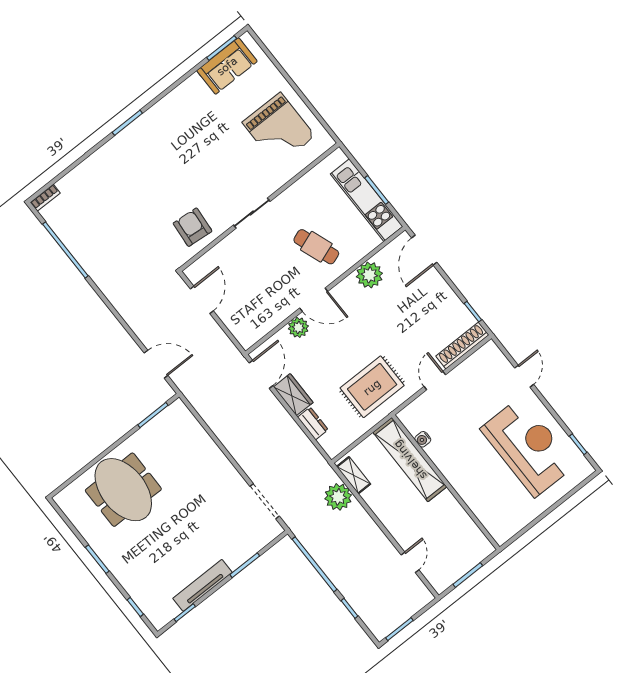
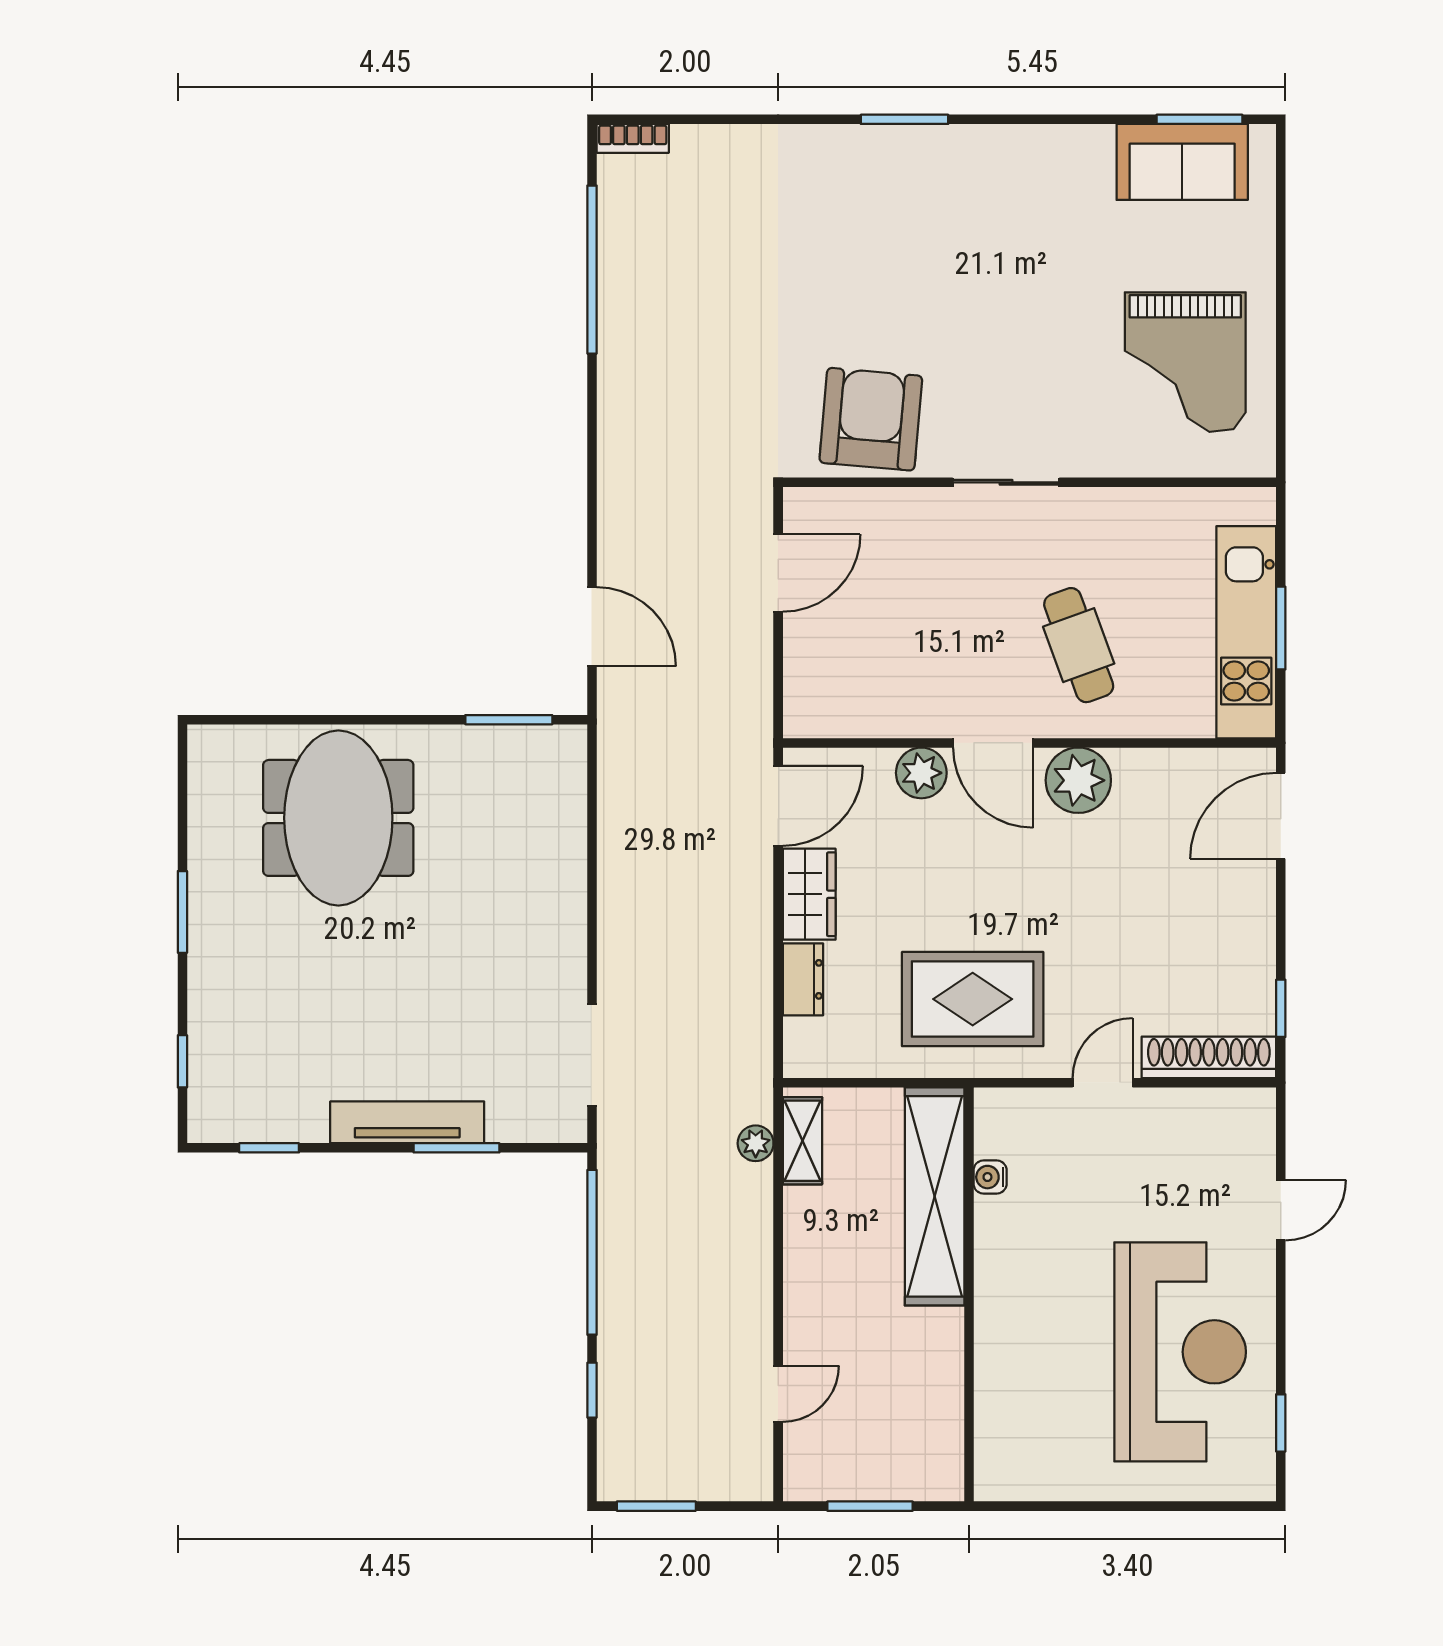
armchair: (193, 227) -> (871, 419), width x1.36, depth x1.36
plant: (369, 275) -> (1078, 780), moved
plant: (338, 497) -> (756, 1143), width x0.53, depth x0.53
tv unit: (203, 585) -> (407, 1122), moved

